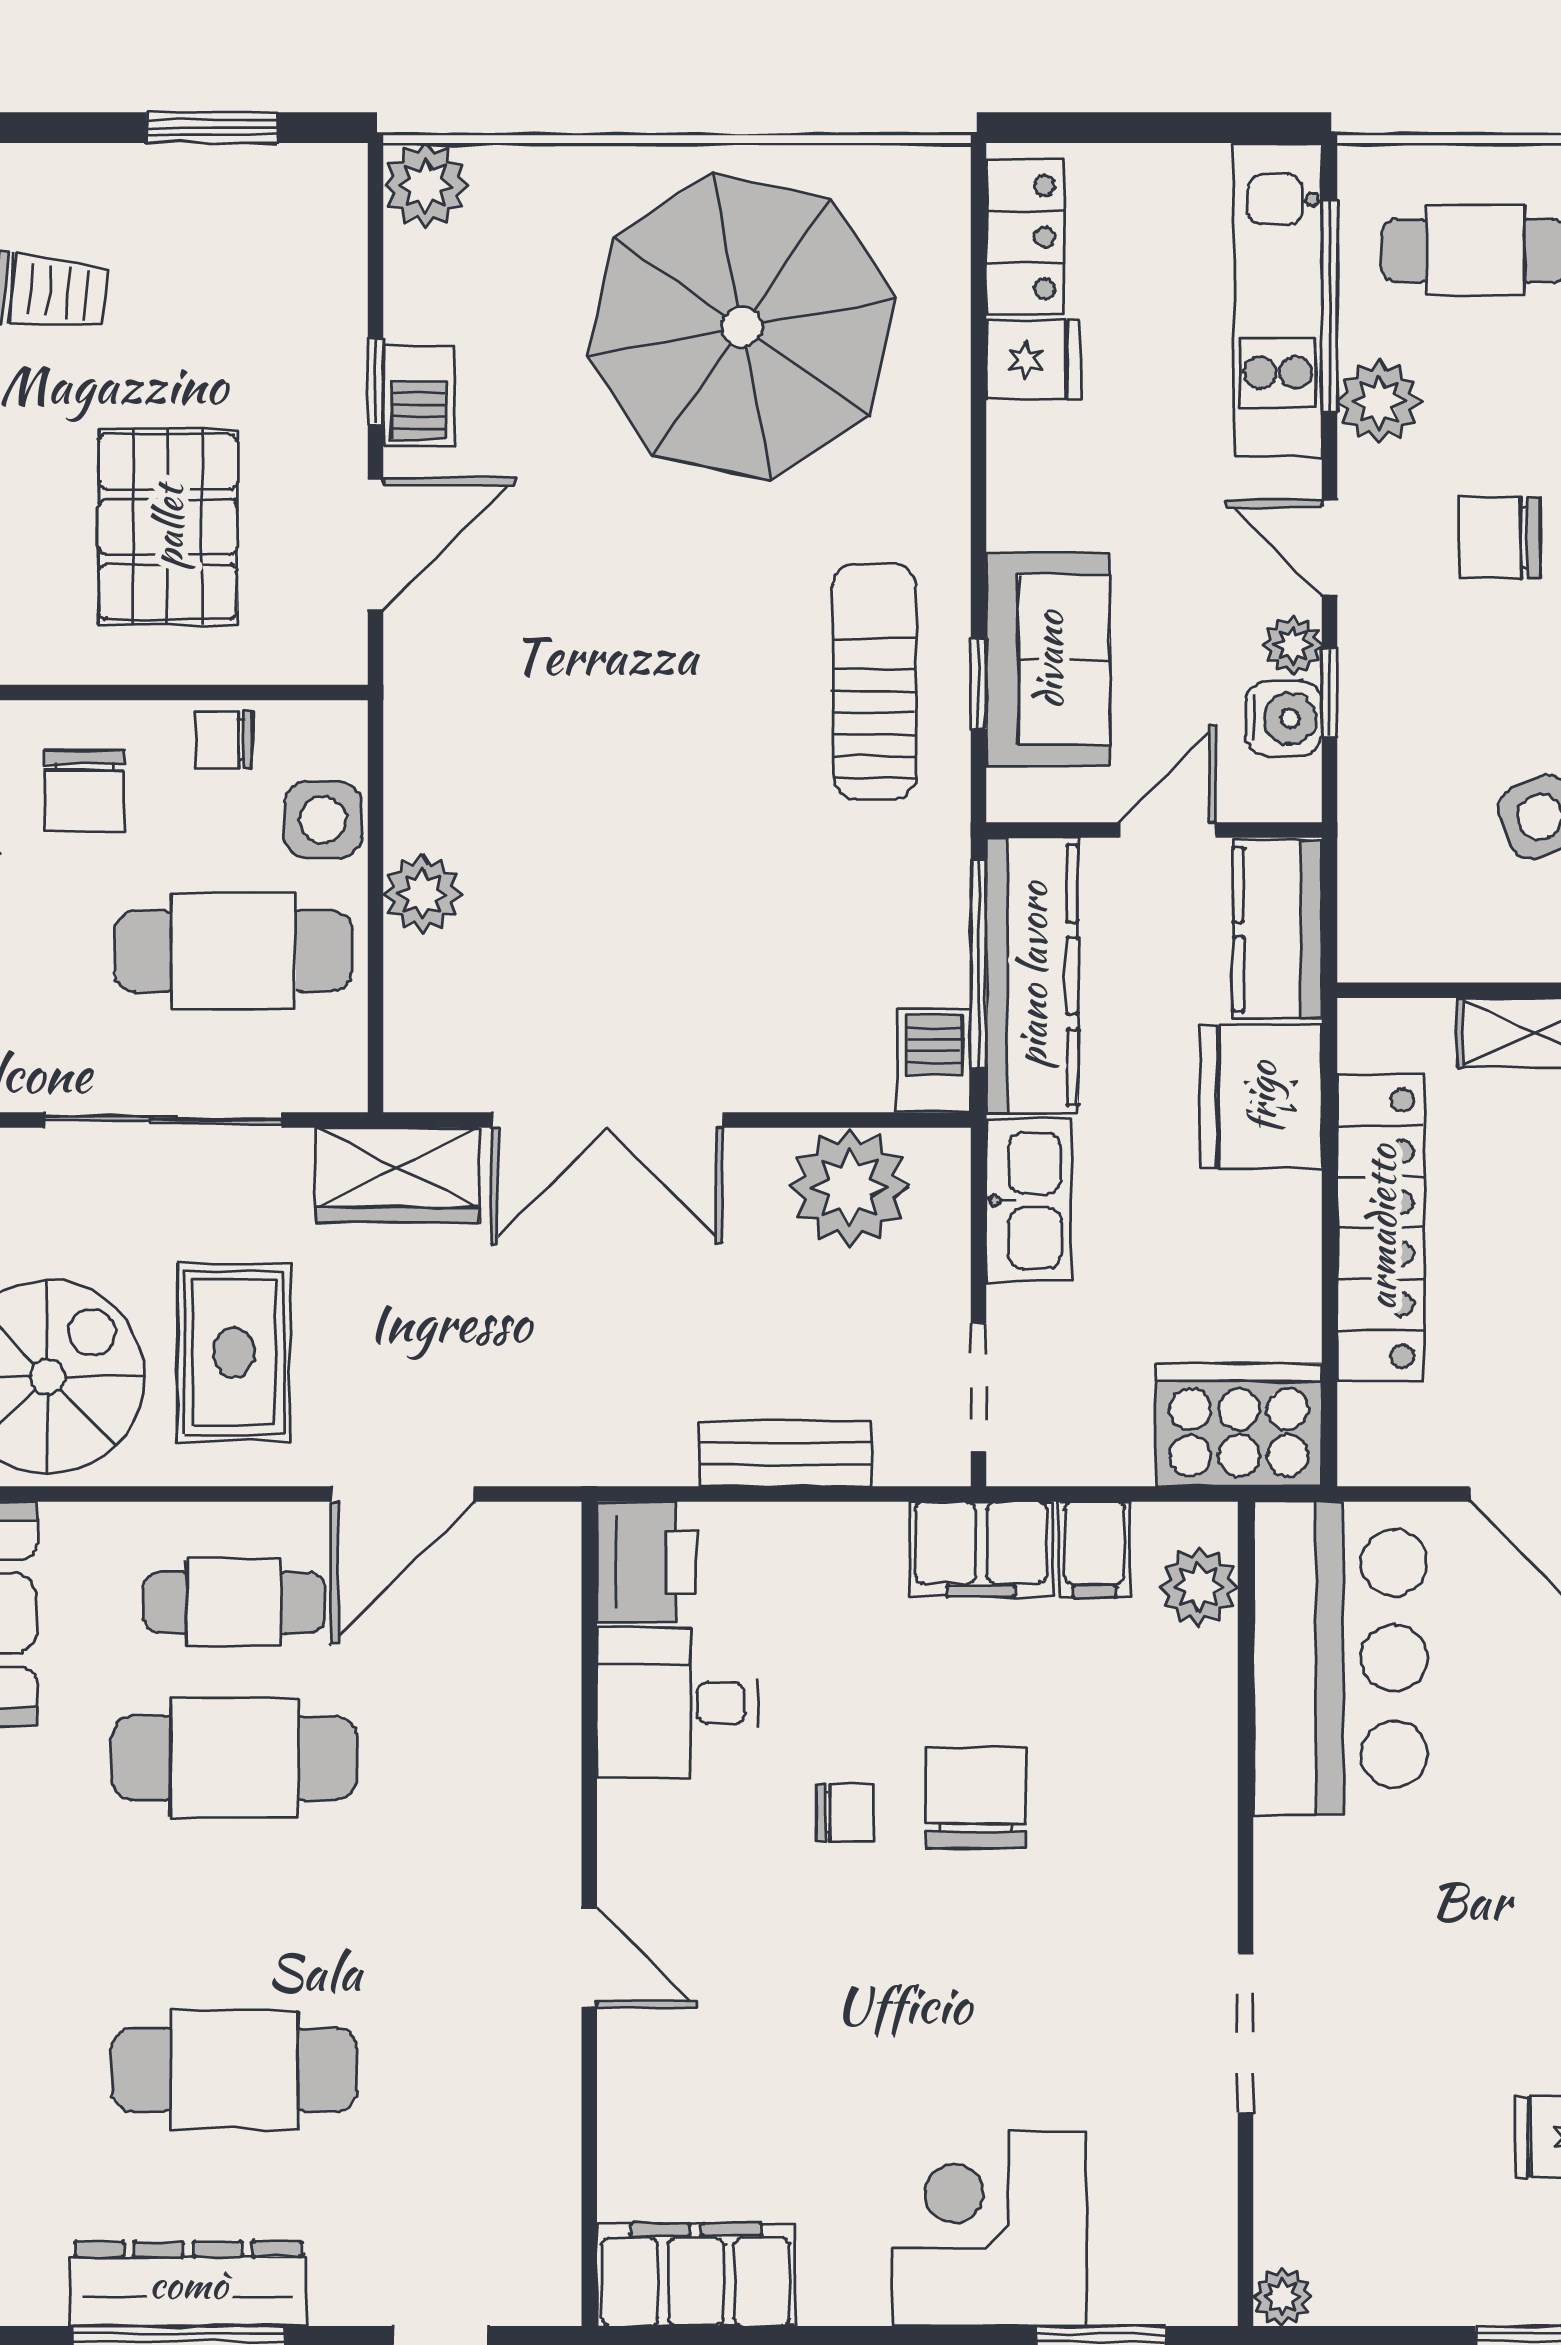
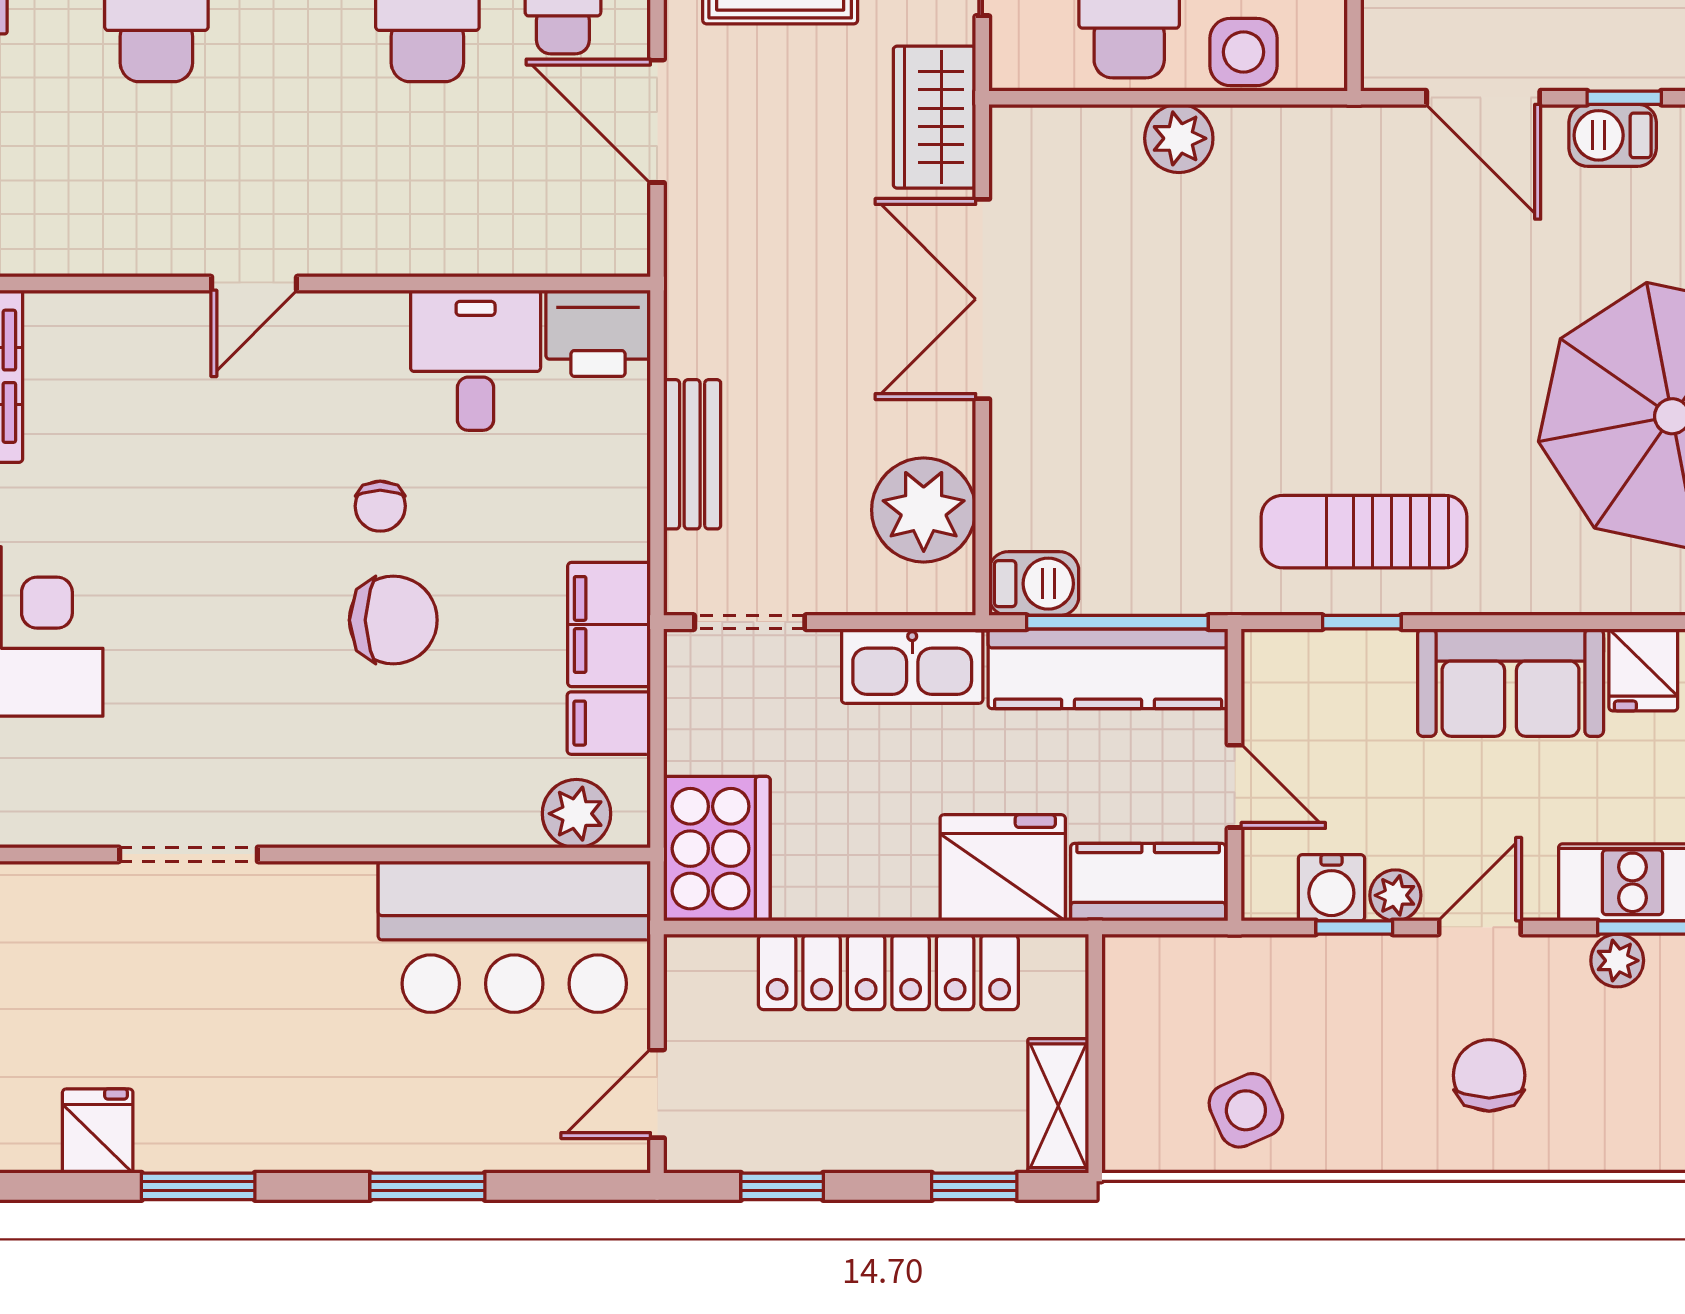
plant: (1379, 401) -> (1617, 961), width x0.73, depth x0.73
sofa: (1048, 660) -> (1511, 683), moved
sun lounger: (874, 681) -> (1364, 532), turned 180

